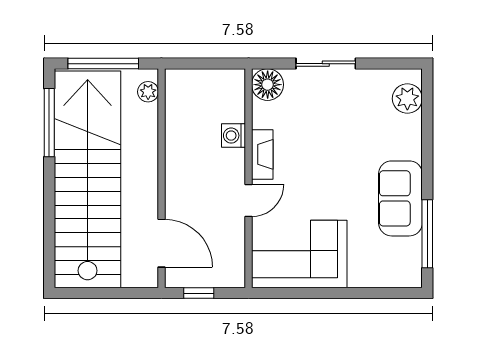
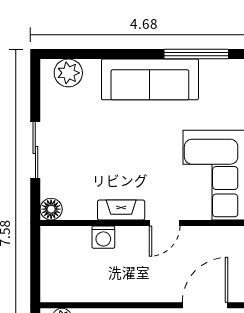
floor lamp: (268, 85) -> (51, 209), width x0.73, depth x0.73
sofa: (400, 198) -> (150, 79), width x1.36
door: (249, 200) -> (165, 223), swing flipped

